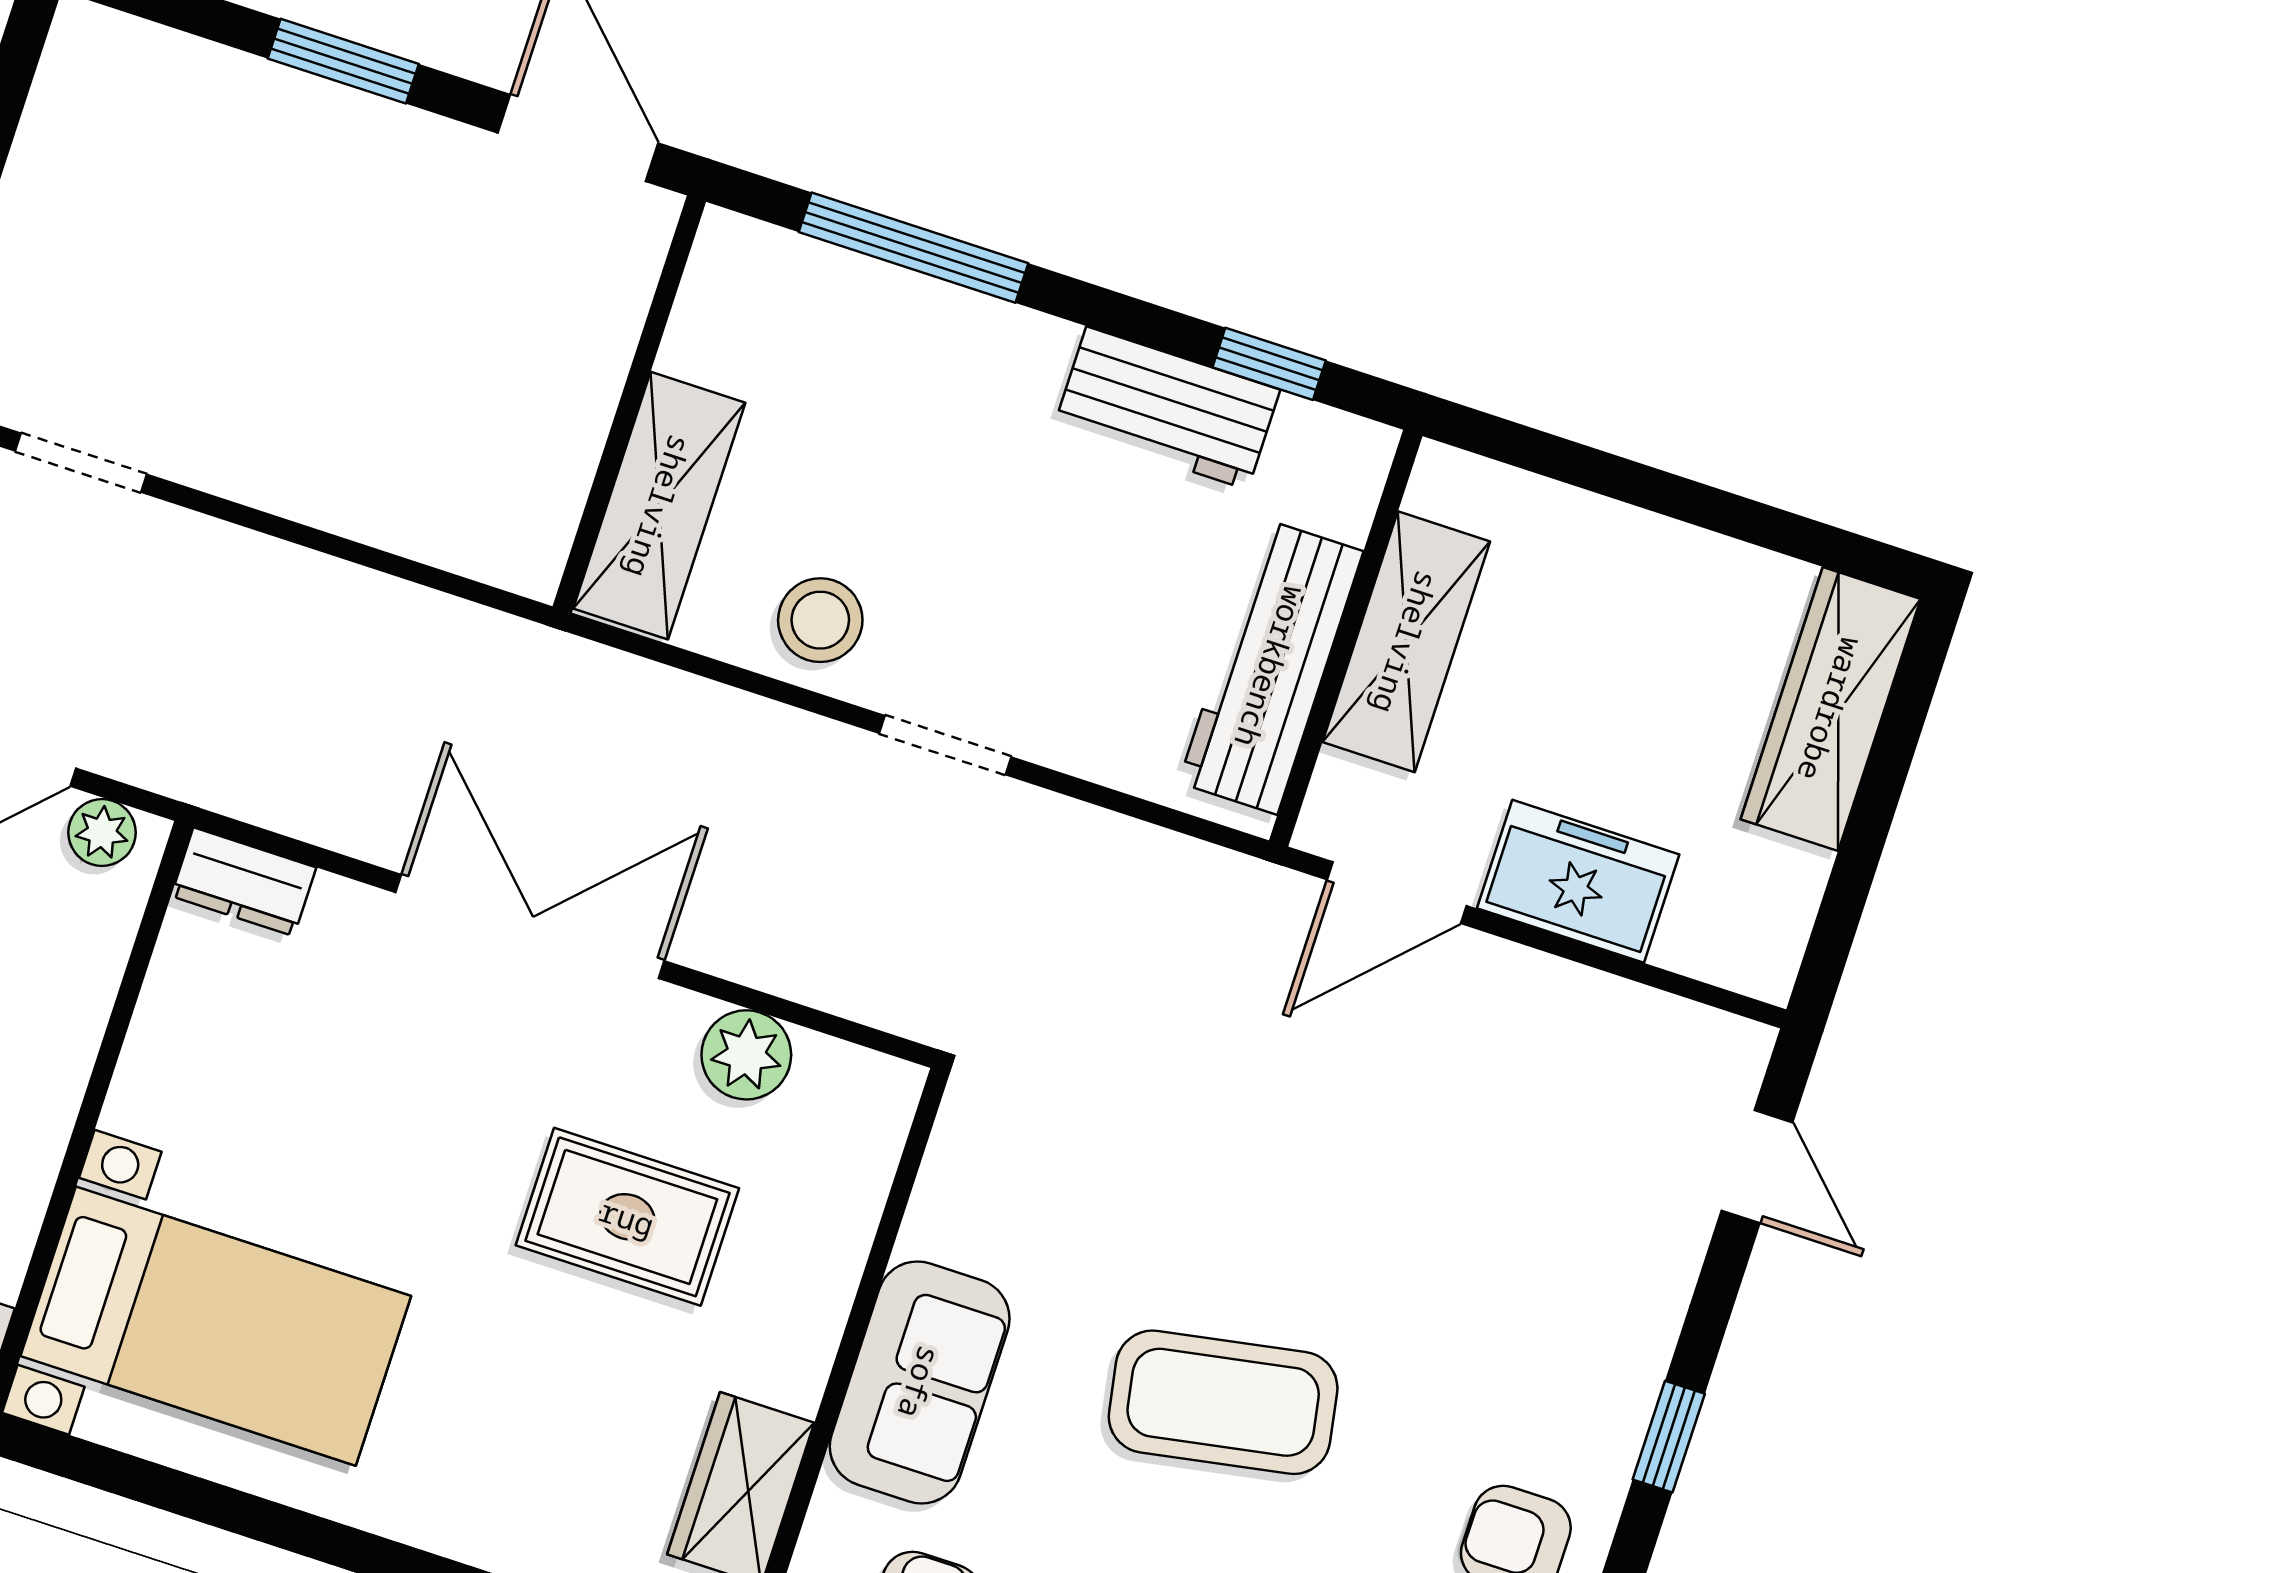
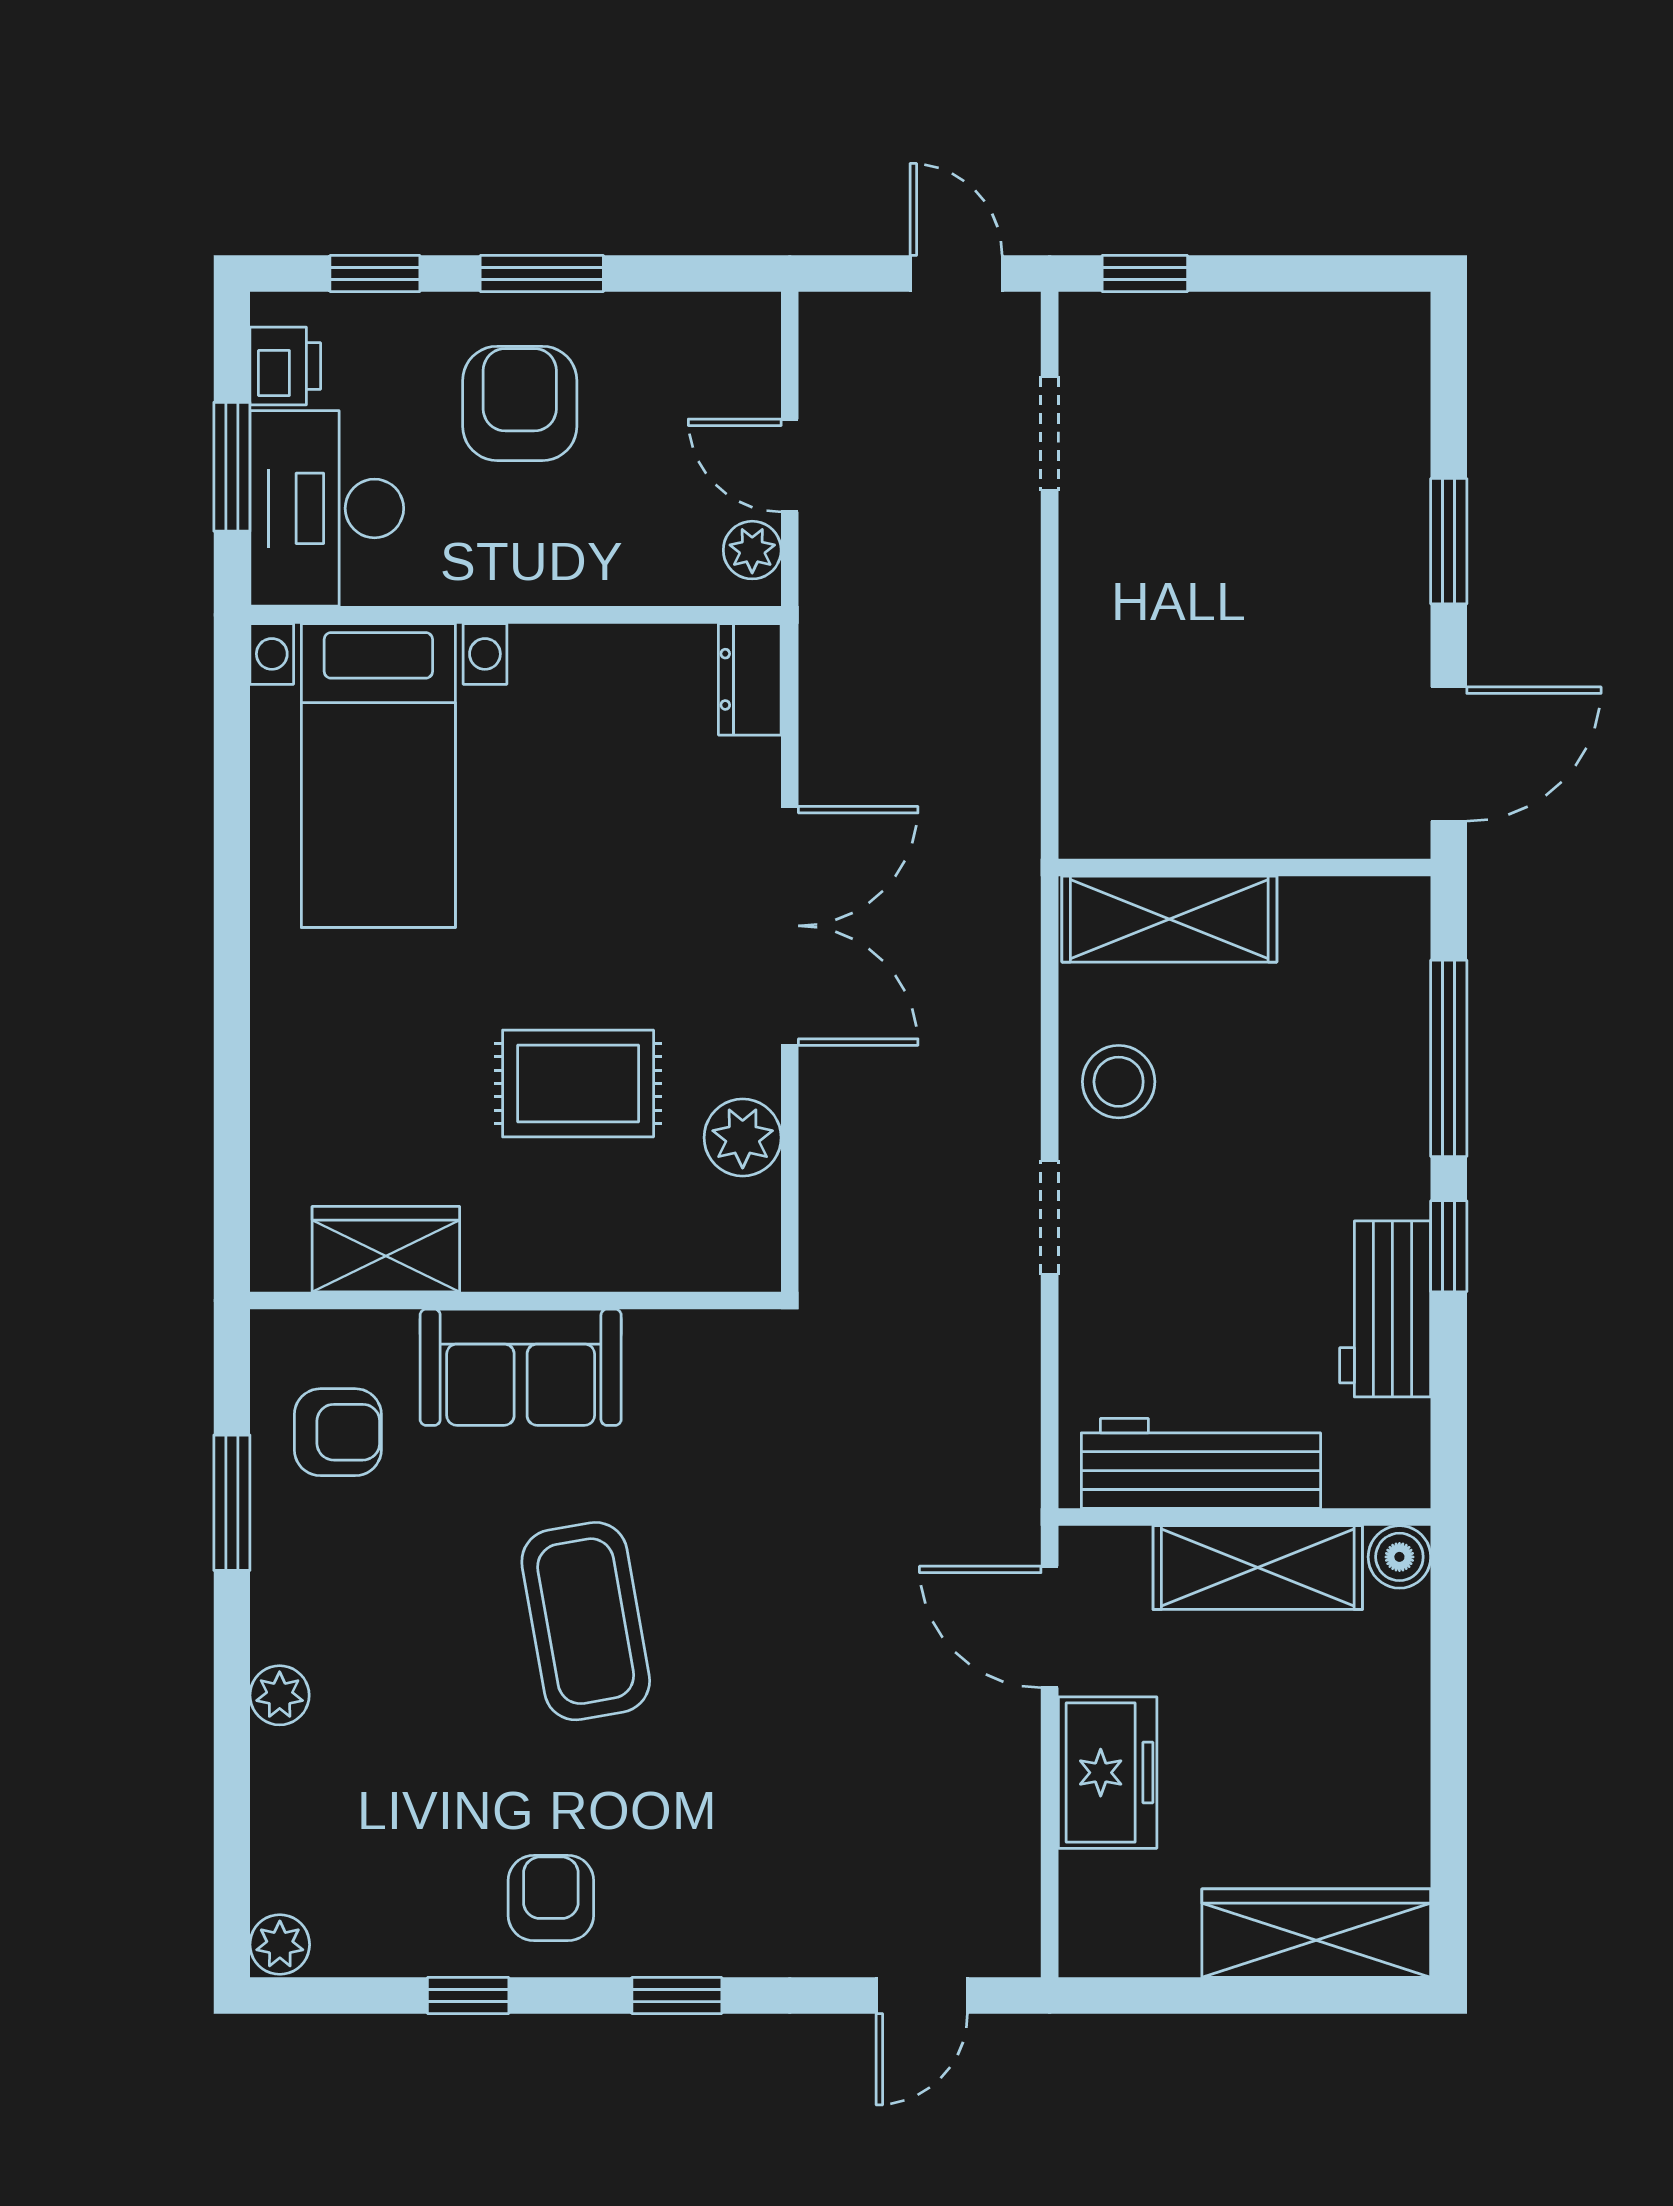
window: (1269, 364) -> (1449, 1246), moved
boiler: (1446, 482) -> (1399, 1557), added
rug: (627, 1217) -> (578, 1083), turned 90

